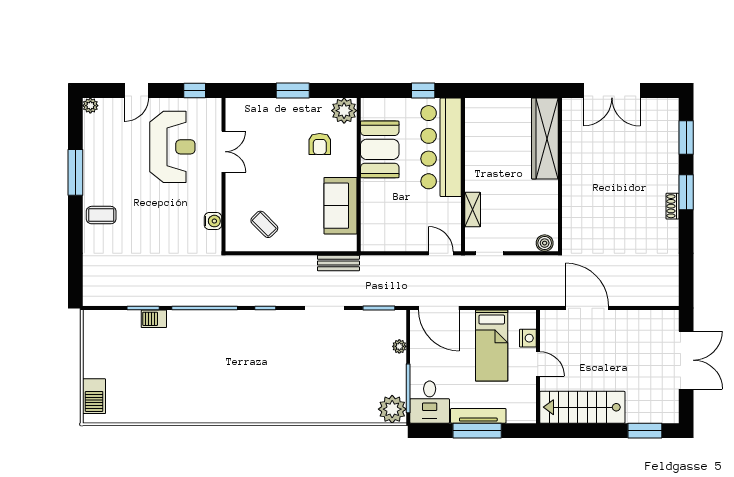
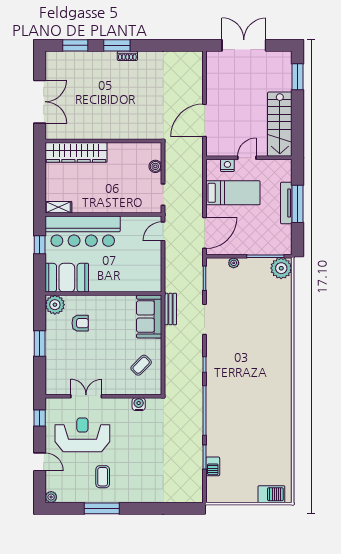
booth: (380, 149) -> (67, 278), moved
sofa: (341, 206) -> (149, 317), moved, turned 90
shelving: (473, 210) -> (58, 207), moved
coffee table: (101, 215) -> (103, 477), moved
boiler: (545, 243) -> (155, 166), moved
barbecue: (154, 319) -> (213, 466), moved
desk: (430, 402) -> (276, 240), removed

